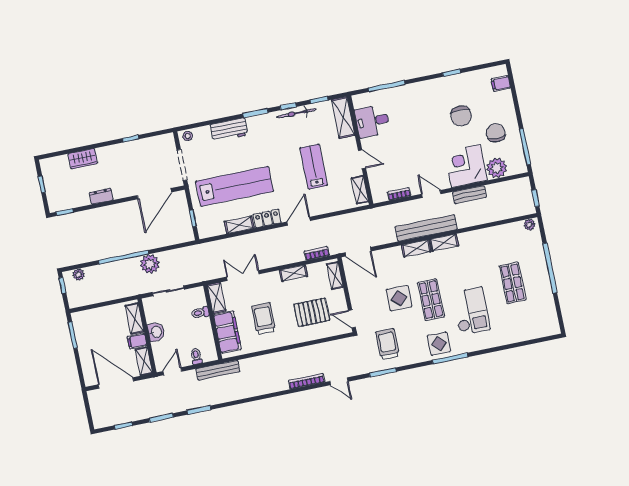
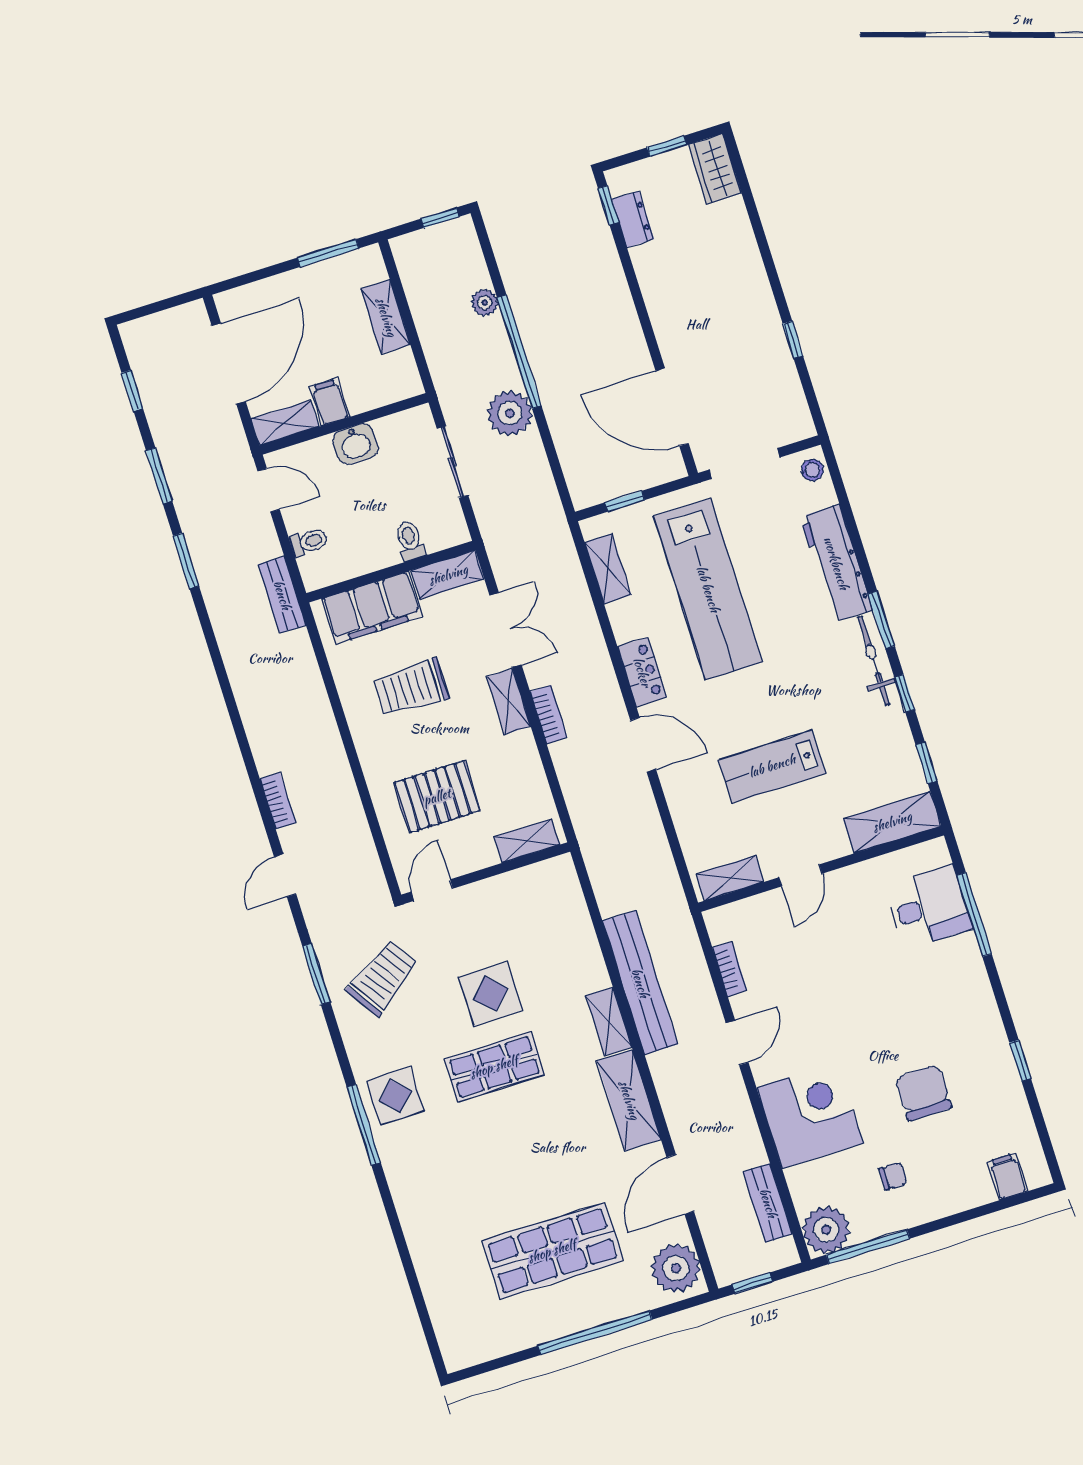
bicycle: (296, 113) -> (874, 661), moved
chair: (461, 116) -> (923, 1093), turned 90
desk: (372, 121) -> (929, 907), moved, turned 90
workbench: (229, 130) -> (836, 563), width x1.38
chair: (496, 133) -> (893, 1176), width x0.54, depth x0.54
wardrobe: (83, 159) -> (715, 169), moved
lab bench: (314, 167) -> (772, 766), turned 180
plant: (497, 168) -> (826, 1230), moved
bench: (470, 195) -> (768, 1203), moved
dresser: (101, 196) -> (633, 219), moved
shelving: (239, 225) -> (608, 569), moved
plant: (529, 225) -> (676, 1268), width x1.88, depth x1.88
bench: (426, 228) -> (640, 983), moved
shelving: (444, 243) -> (629, 1100), width x1.50, depth x1.33
door: (358, 252) -> (680, 1184), moved
bookcase: (317, 253) -> (549, 714), moved
shelving: (294, 273) -> (509, 701), moved
plant: (79, 275) -> (485, 303), moved
shop shelf: (513, 283) -> (552, 1251), width x1.43, depth x1.36
checkout: (471, 311) -> (478, 1162), removed
pallet: (312, 312) -> (437, 797), turned 90
shelving: (135, 319) -> (386, 317), moved, turned 90
trolley: (264, 319) -> (411, 688), turned 180
trolley: (387, 344) -> (382, 978), turned -34
bench: (218, 370) -> (282, 595), width x0.73
bookcase: (307, 381) -> (278, 801), width x0.64

